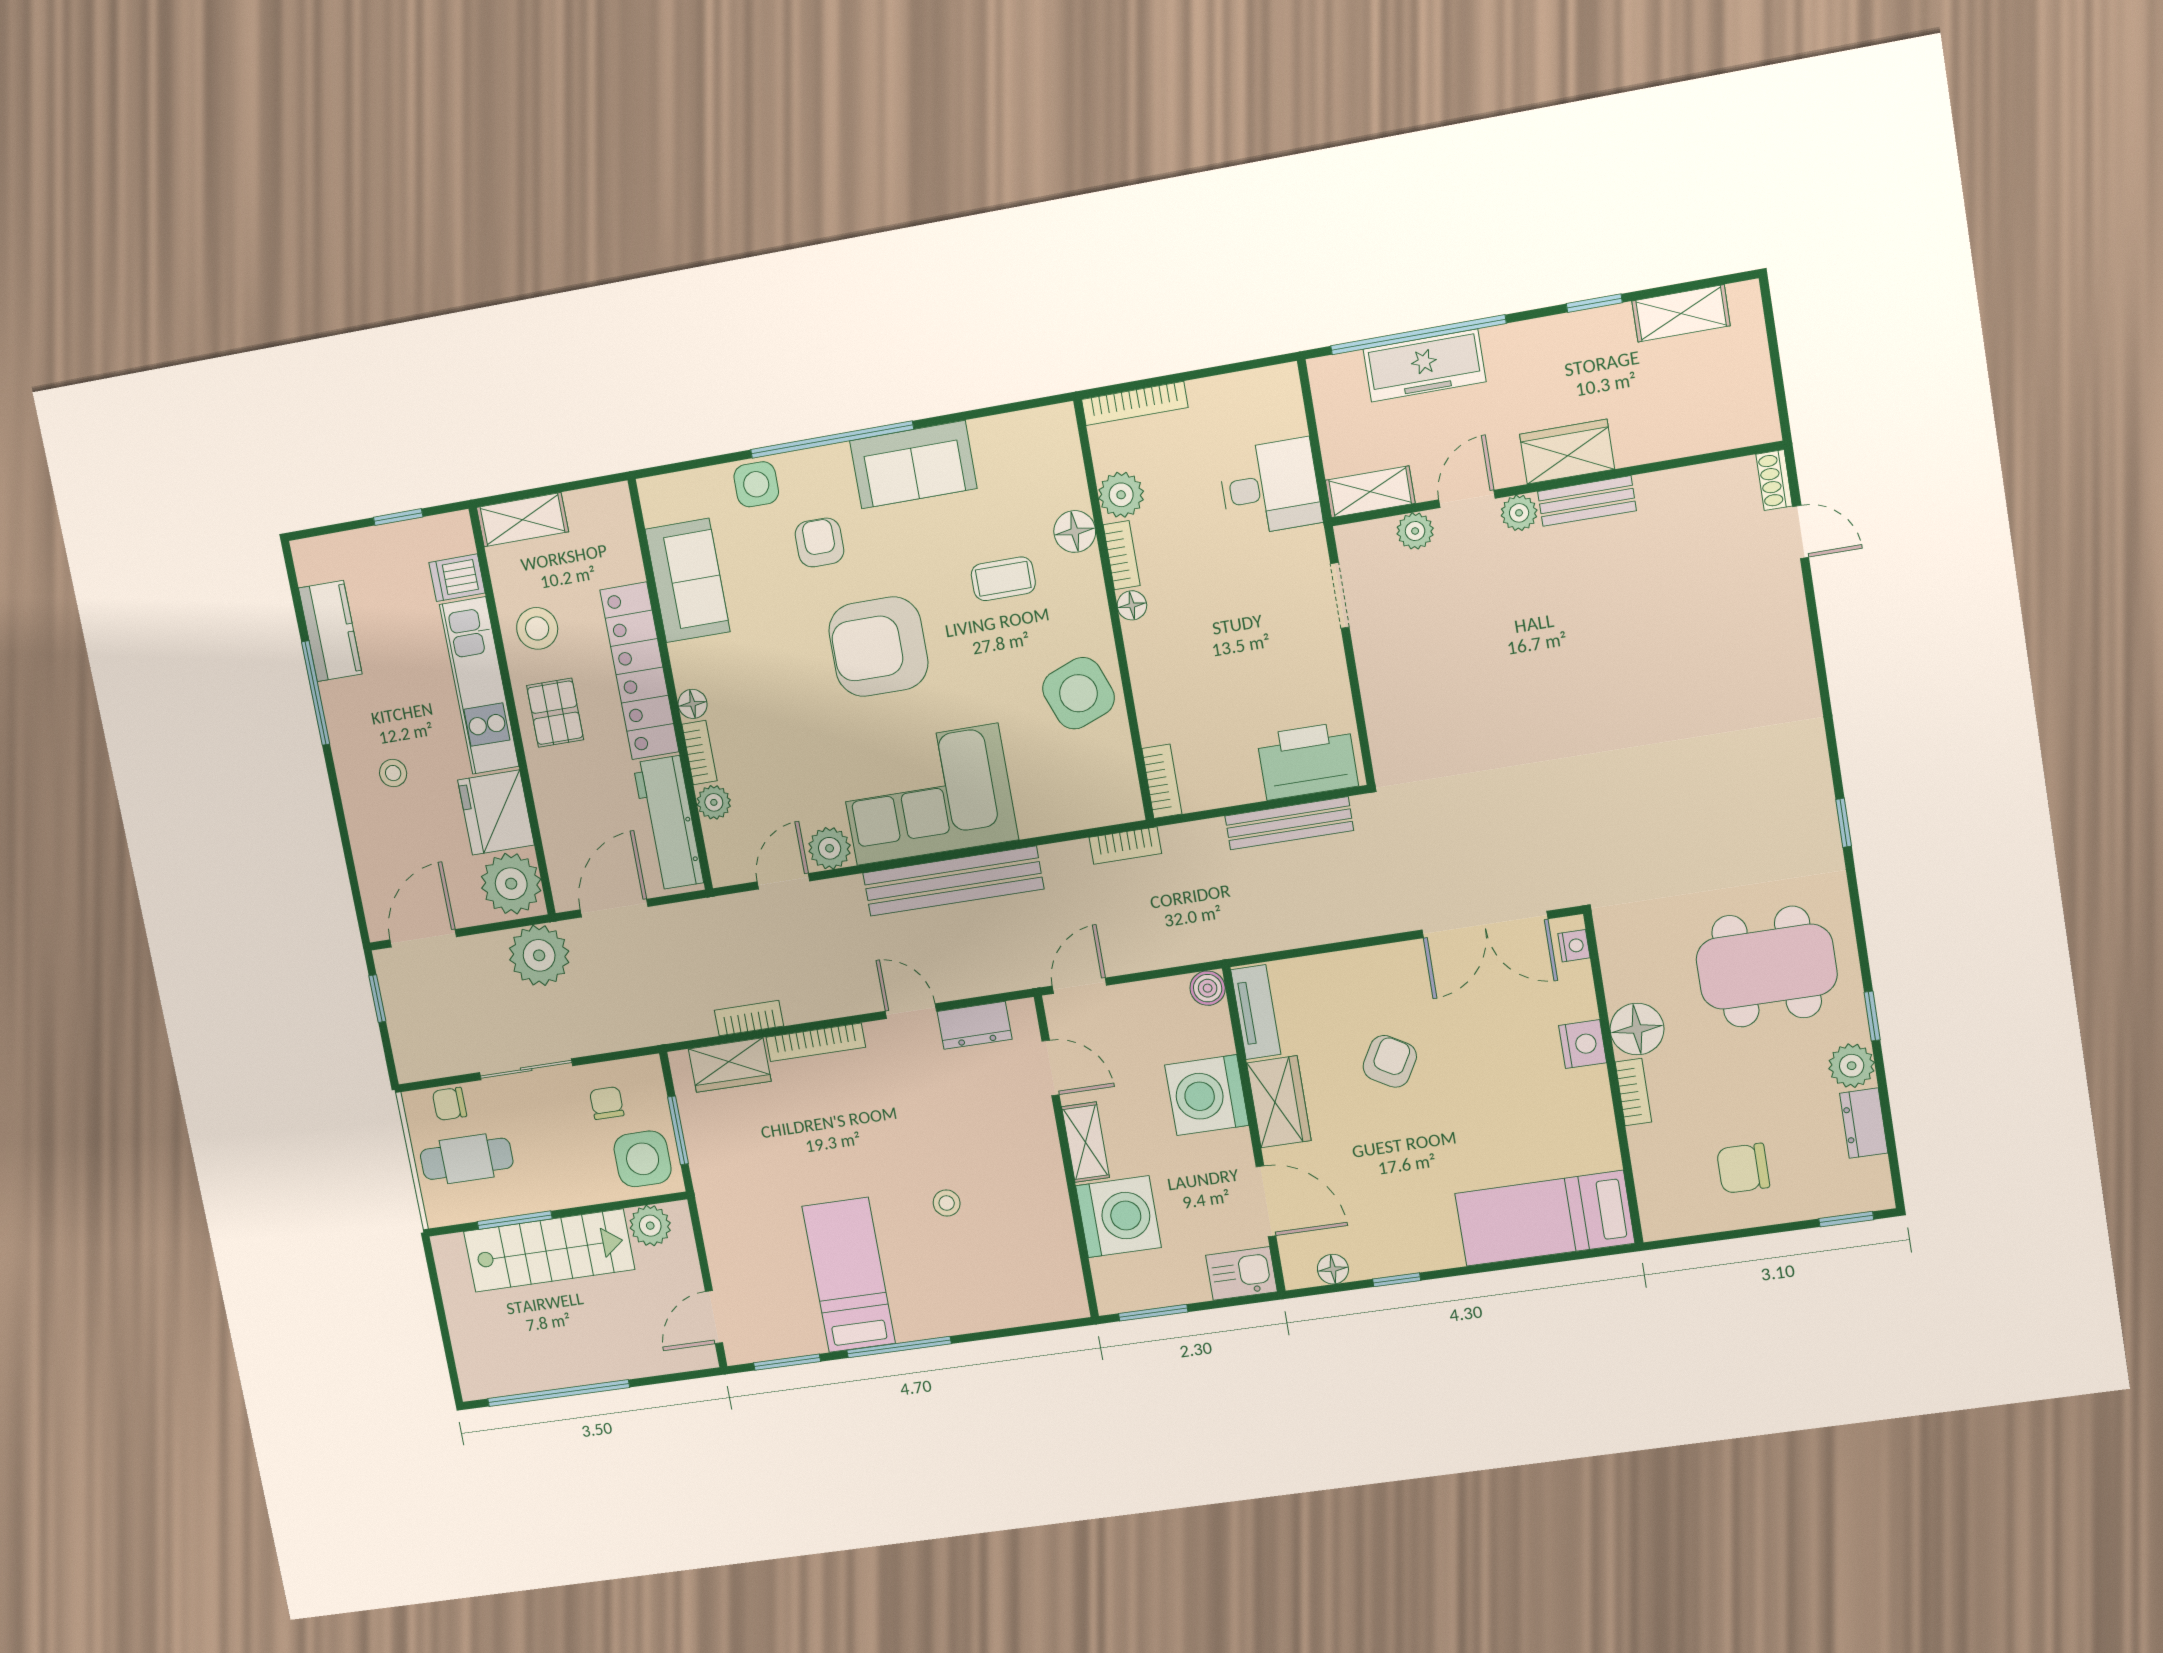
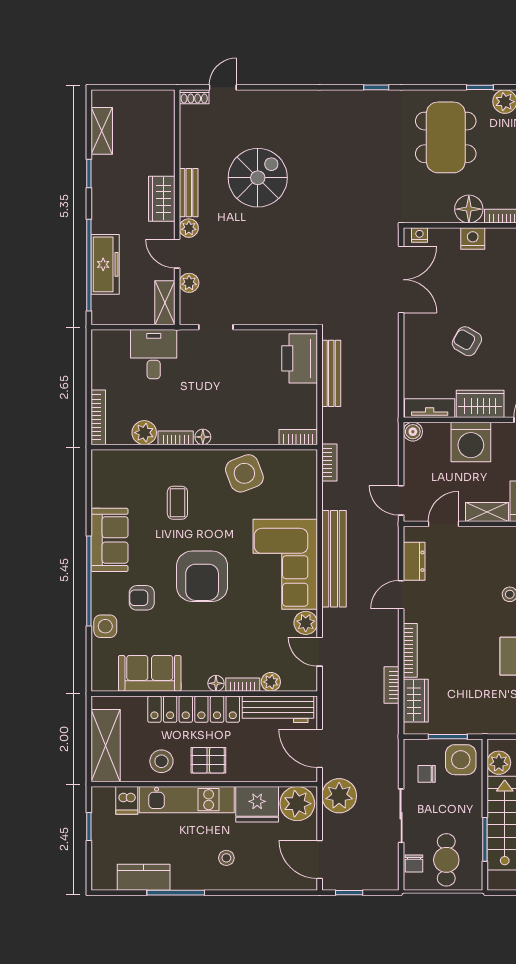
shelving: (522, 520) -> (106, 746), width x1.50, depth x1.33
floor lamp: (1075, 531) -> (159, 460), removed
spiral stairs: (1636, 627) -> (258, 178), added

